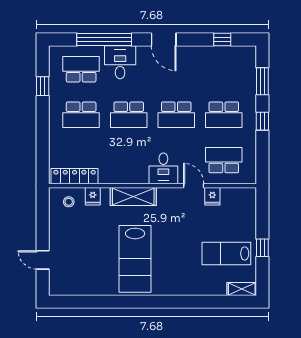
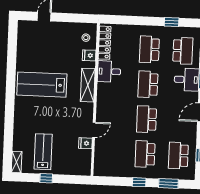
school desk: (224, 160) -> (178, 155), moved, turned 180
desk: (163, 168) -> (109, 71), moved

